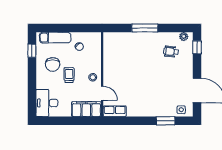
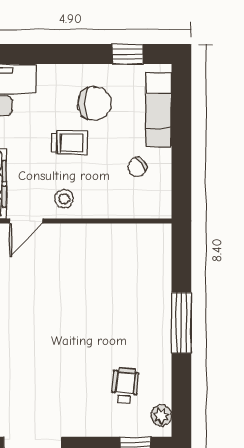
chair: (53, 64) -> (95, 104), turned 180

